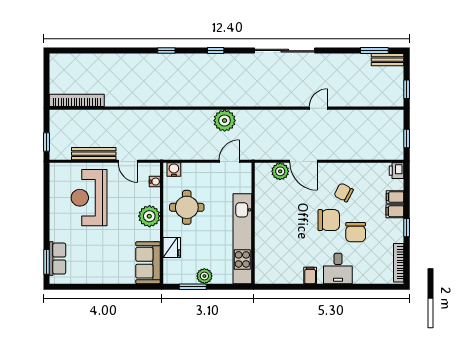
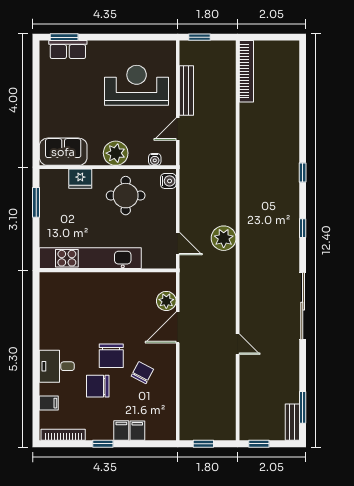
printer: (396, 171) -> (167, 432), removed
filing cabinet: (310, 275) -> (49, 403), moved
plant: (204, 276) -> (48, 215), removed

